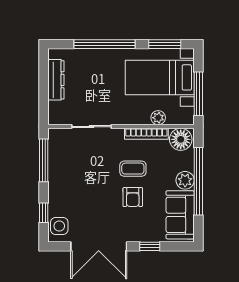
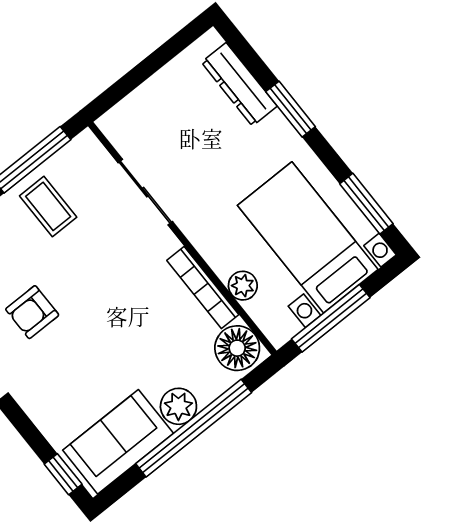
window: (104, 44) -> (291, 109), width x0.47
dresser: (56, 80) -> (239, 84), moved, turned 90
coffee table: (133, 169) -> (48, 206), moved
armchair: (133, 197) -> (32, 312), moved
window: (150, 246) -> (63, 474), moved

